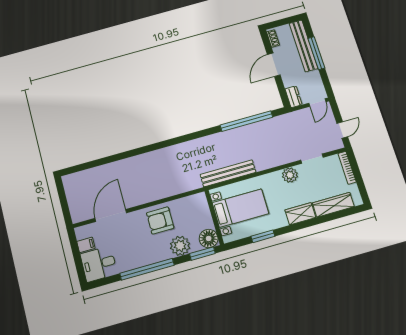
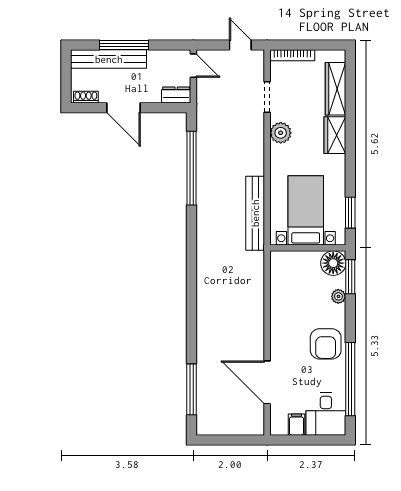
window: (92, 164) -> (192, 389), added
armchair: (160, 221) -> (326, 344), moved
window: (263, 236) -> (350, 213), moved
plant: (180, 246) -> (338, 296), width x0.53, depth x0.53
window: (147, 269) -> (350, 379), moved

